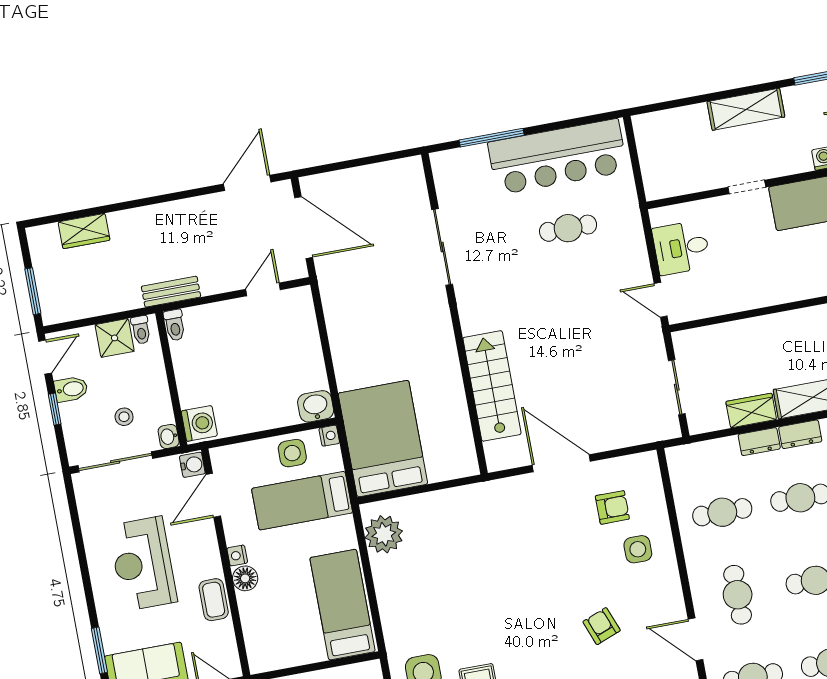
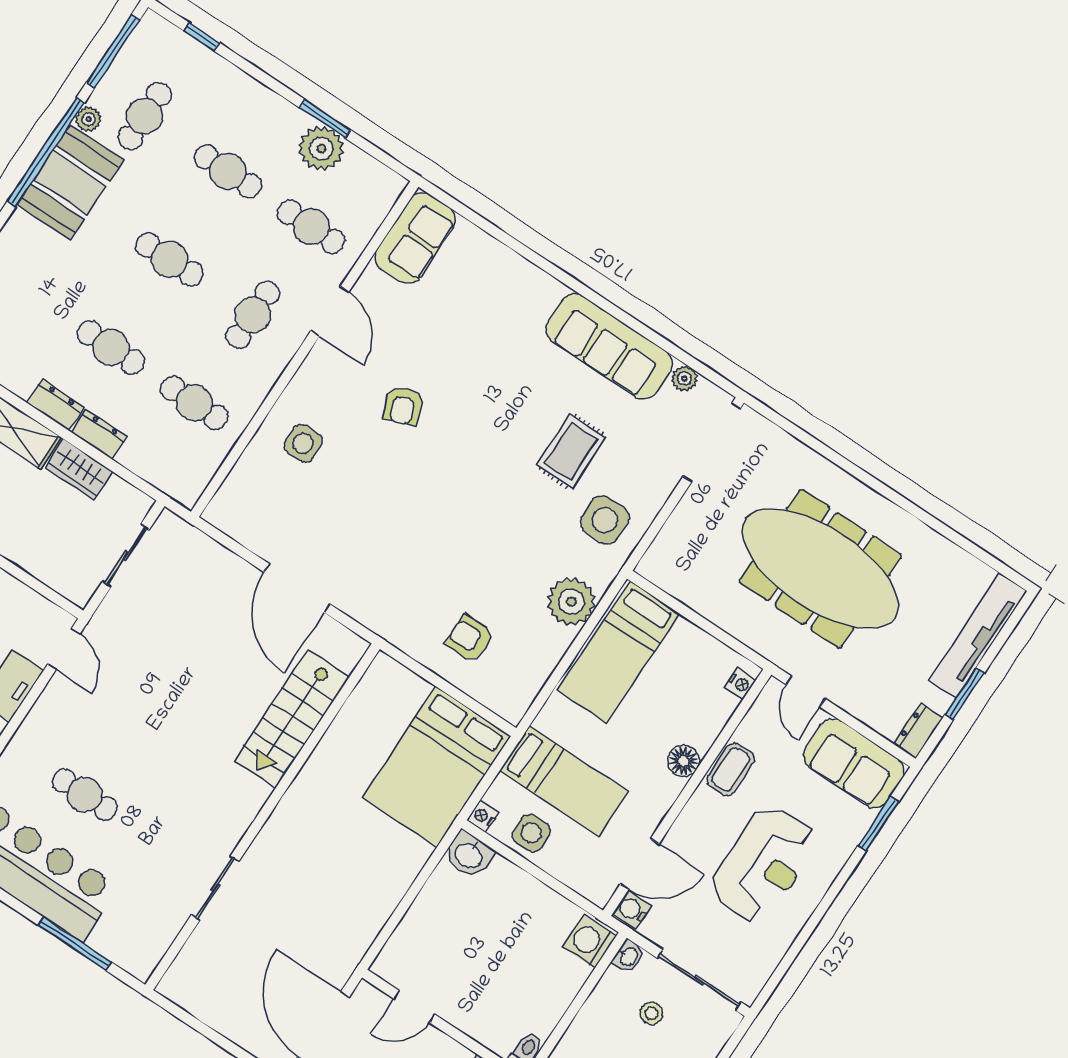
sliding door: (442, 247) -> (215, 888), width x0.73
armchair: (612, 507) -> (470, 639), moved
plant: (384, 534) -> (571, 602), moved
nightstand: (237, 555) -> (740, 684), moved

